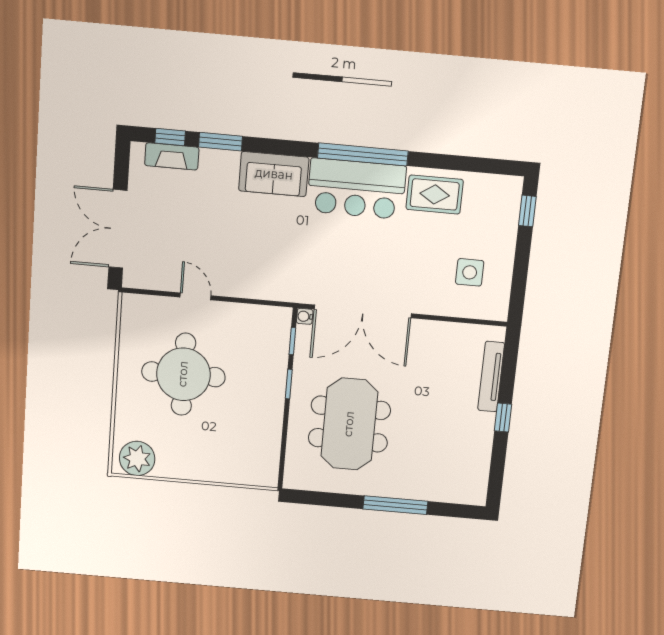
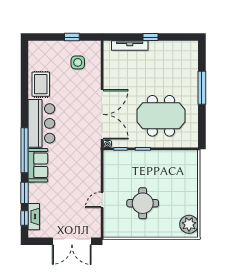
window: (363, 154) -> (24, 150), moved
window: (527, 211) -> (72, 37), moved
round table: (183, 374) -> (143, 203), width x0.73, depth x0.73

